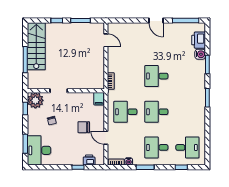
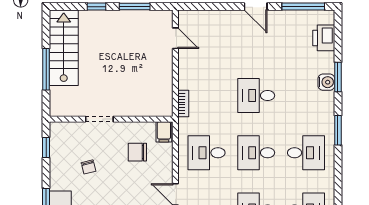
water cooler: (200, 54) -> (326, 82), moved
plant: (35, 100) -> (62, 135), removed
desk: (187, 112) -> (306, 153), added
chair: (84, 127) -> (137, 152), moved

